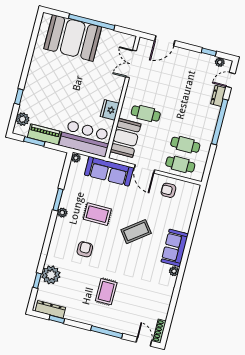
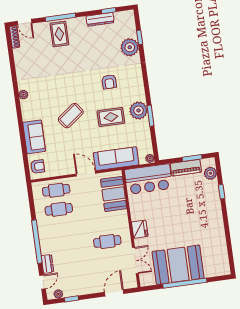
booth: (73, 38) -> (178, 265), moved
fridge: (110, 110) -> (140, 229), moved
cafe table: (146, 113) -> (107, 241), moved
armchair: (168, 190) -> (38, 166), moved
plant: (62, 213) -> (139, 110), width x1.88, depth x1.88
sofa: (175, 248) -> (34, 137), moved
rug: (106, 292) -> (59, 34), moved
dresser: (50, 309) -> (100, 19), moved

